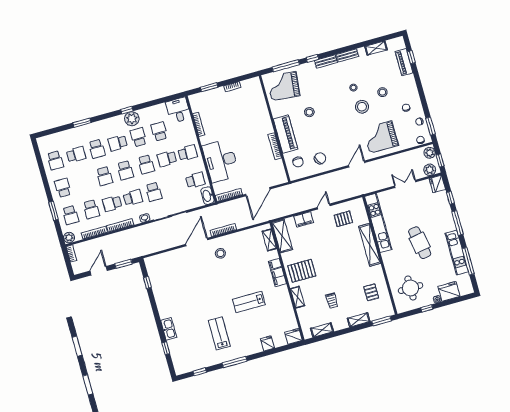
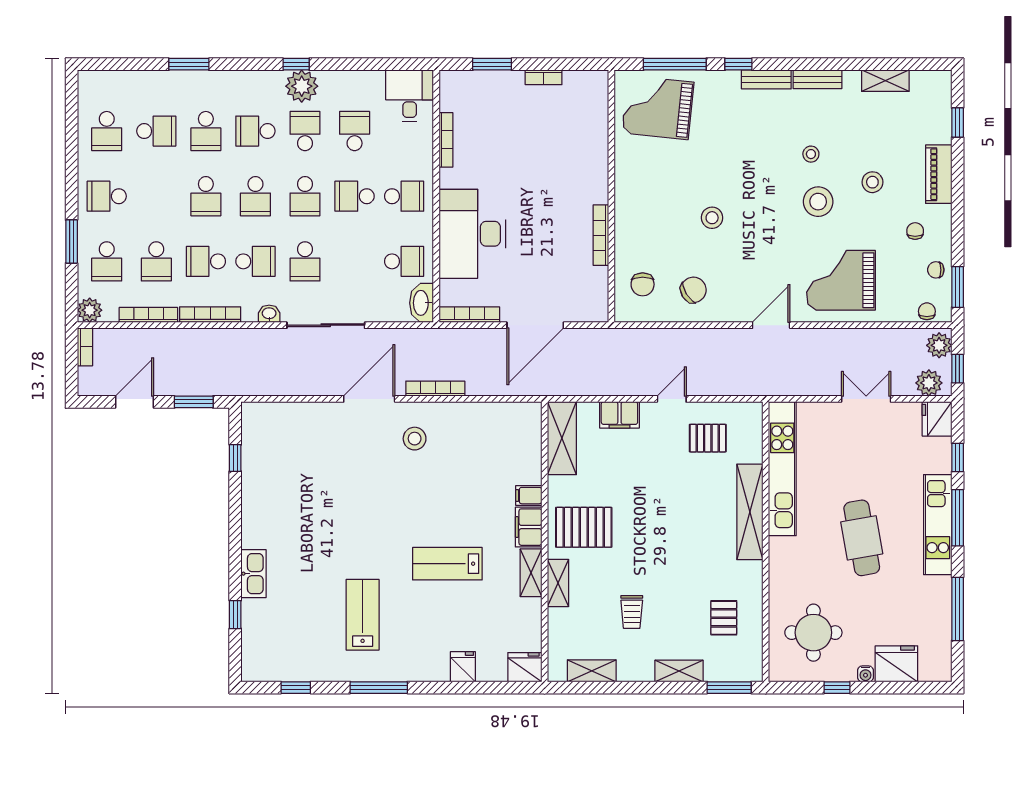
piano: (404, 62) -> (939, 174), moved
stool: (309, 112) -> (712, 218), moved
piano: (285, 134) -> (632, 215), removed
school desk: (63, 188) -> (107, 196), turned -90
shelving: (269, 240) -> (531, 573), moved
kitchen unit: (457, 252) -> (938, 525), moved

